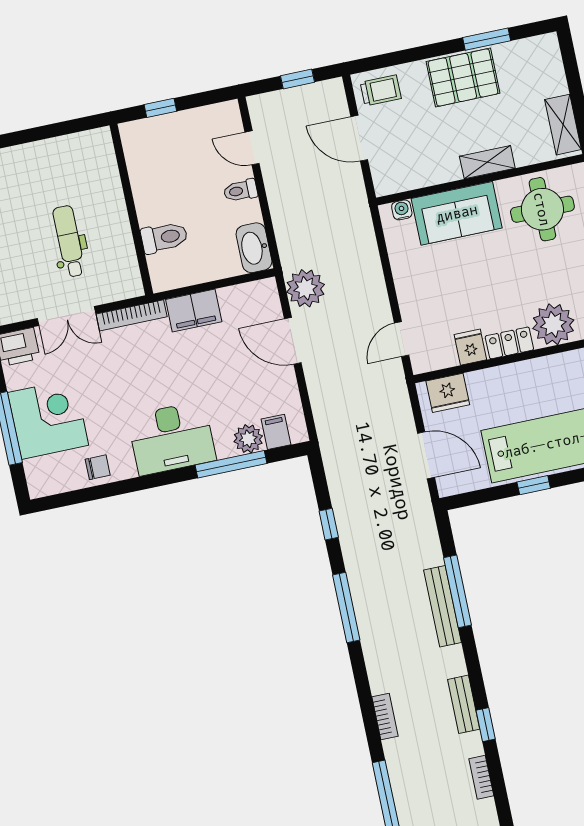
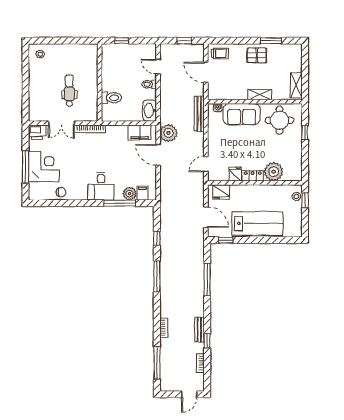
pallet: (463, 77) -> (257, 55), width x0.67, depth x0.71
filing cabinet: (194, 311) -> (140, 132), moved
desk: (172, 438) -> (101, 186), width x0.73
window: (534, 485) -> (226, 240), moved
bench: (443, 606) -> (199, 114), moved

